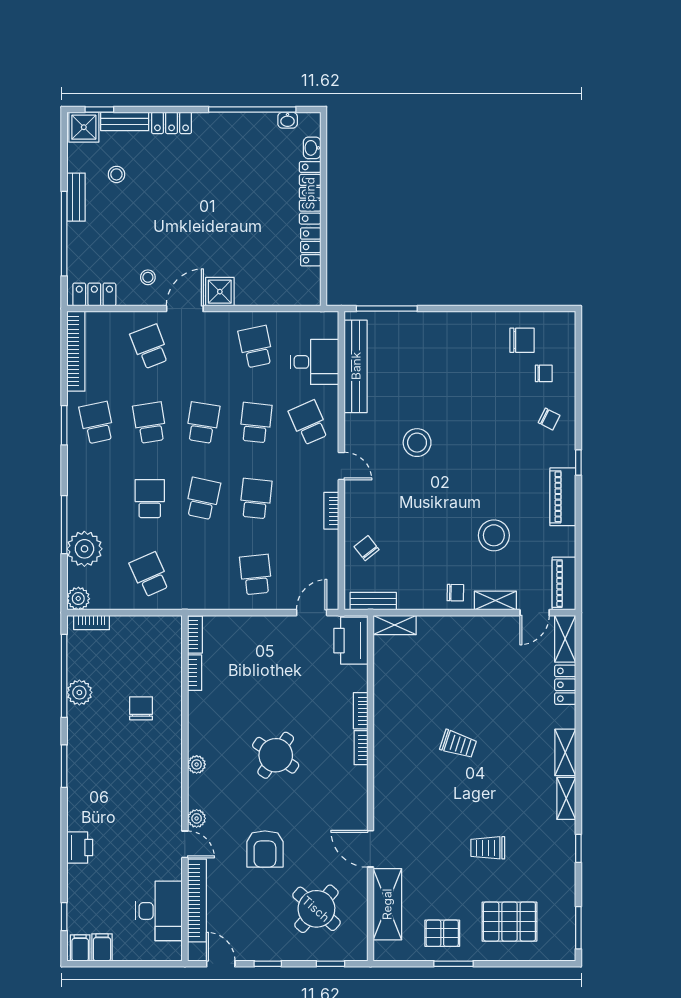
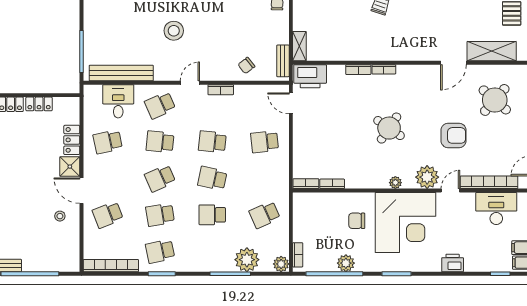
locker: (94, 294) -> (72, 140), moved
school desk: (203, 423) -> (160, 178), turned -33
corner desk: (139, 779) -> (405, 222), added
plant: (197, 818) -> (427, 177), width x1.88, depth x1.88

